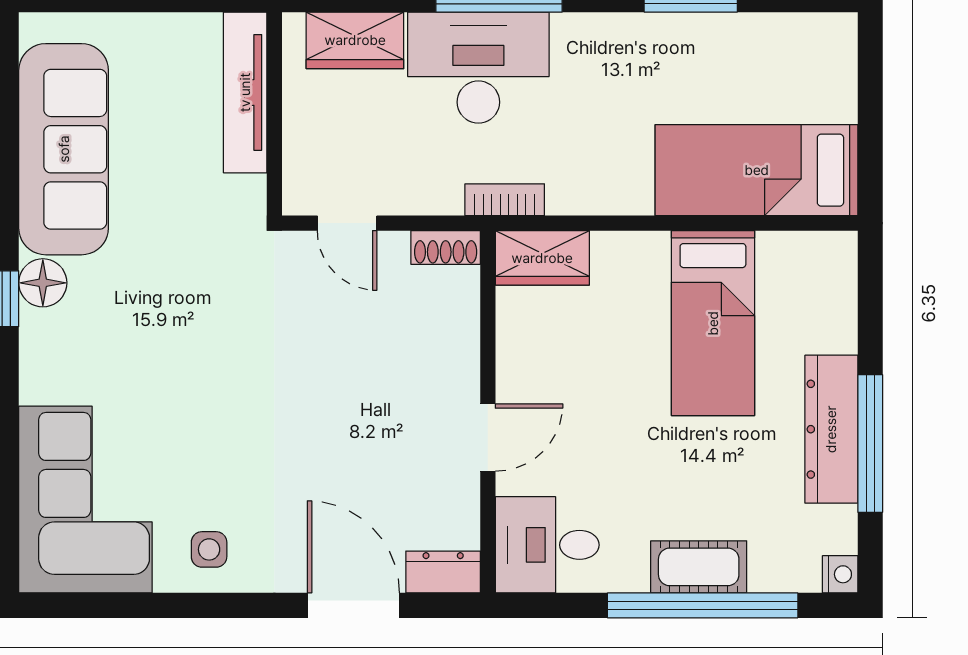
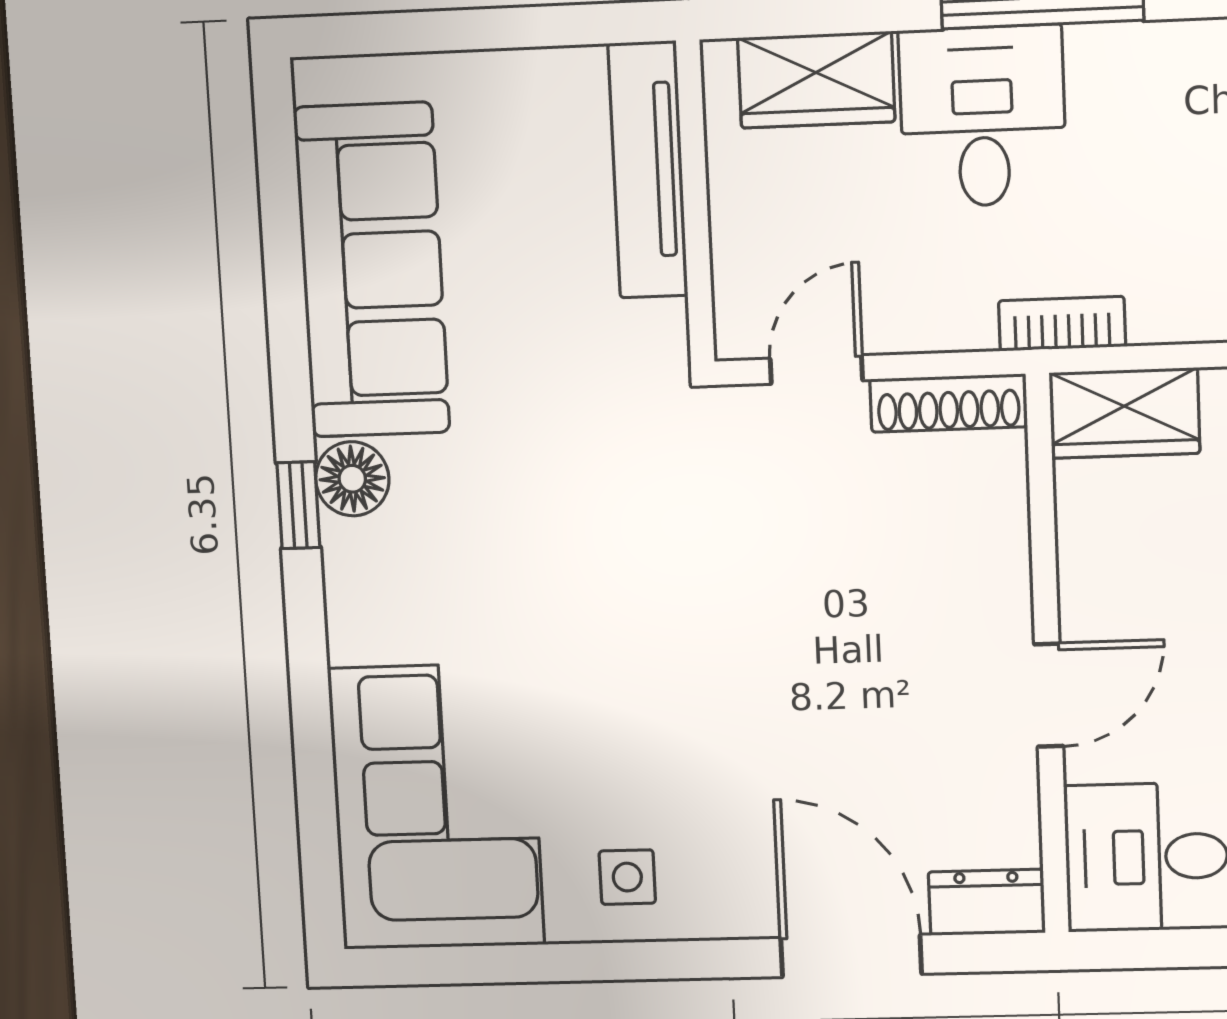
desk: (478, 68) -> (983, 116), width x0.73
door: (347, 223) -> (816, 370), swing flipped
shoe rack: (446, 247) -> (949, 403), width x1.43

